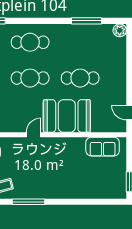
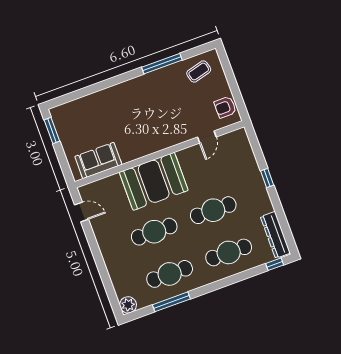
cafe table: (80, 42) -> (170, 274), added
door: (34, 135) -> (207, 137), moved

